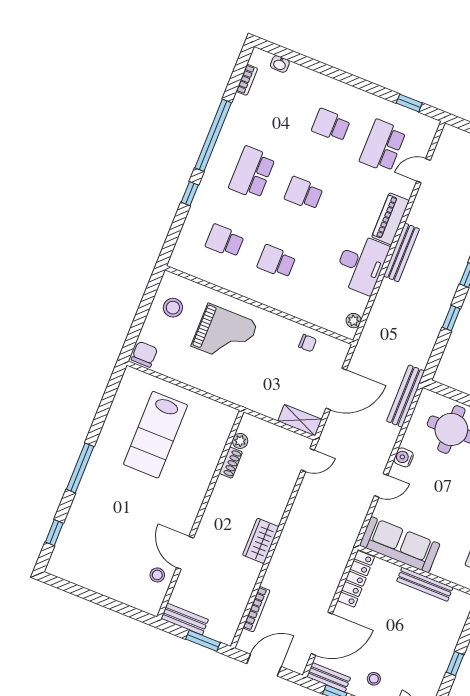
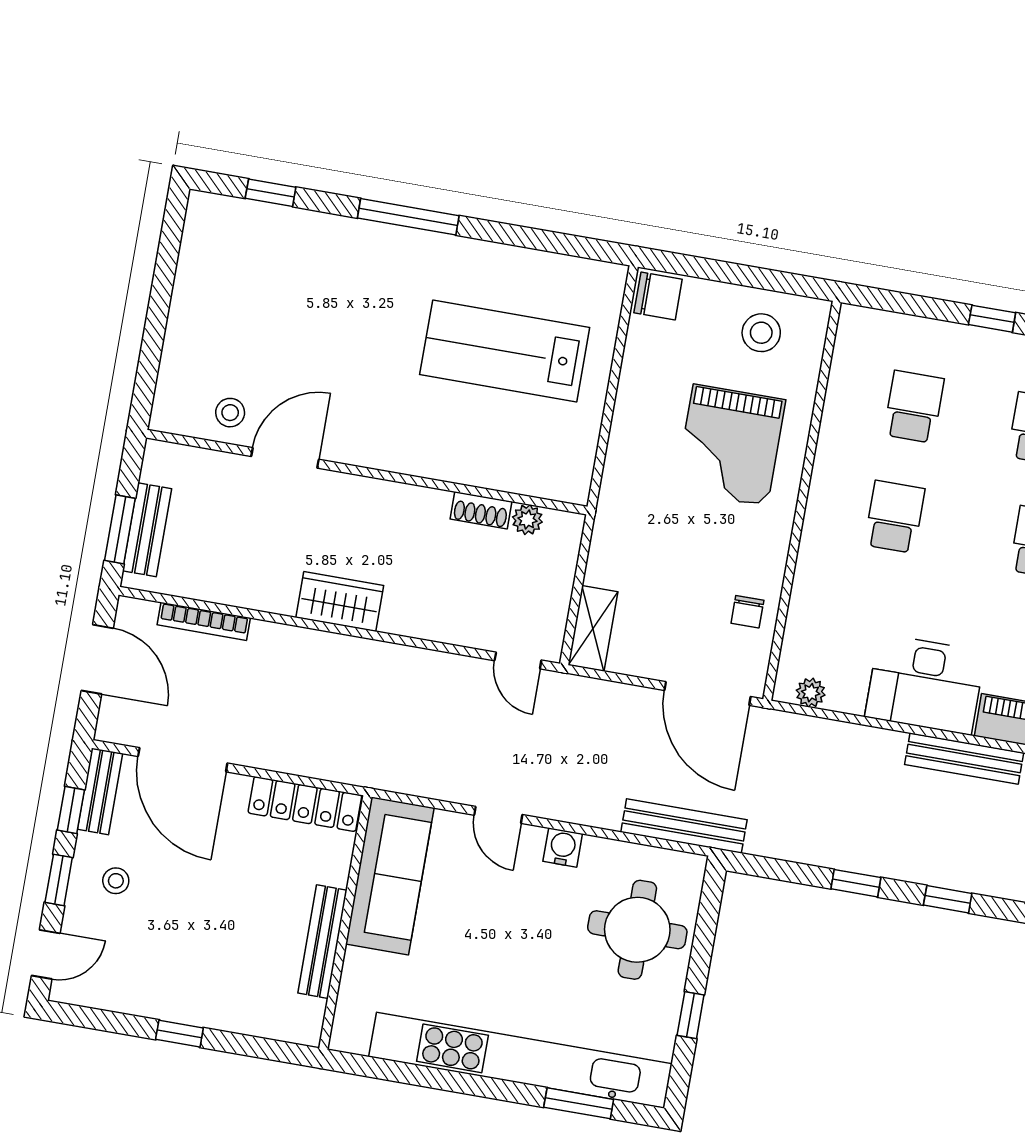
door: (336, 389) -> (707, 693), moved
bench: (185, 619) -> (147, 530), moved

